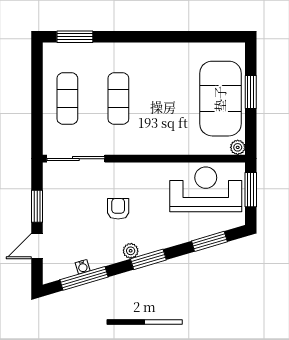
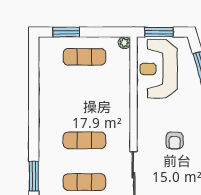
window: (251, 92) -> (66, 32), moved
exercise mat: (220, 99) -> (84, 57), width x0.50, depth x0.69
armchair: (118, 209) -> (175, 141), turned -90

